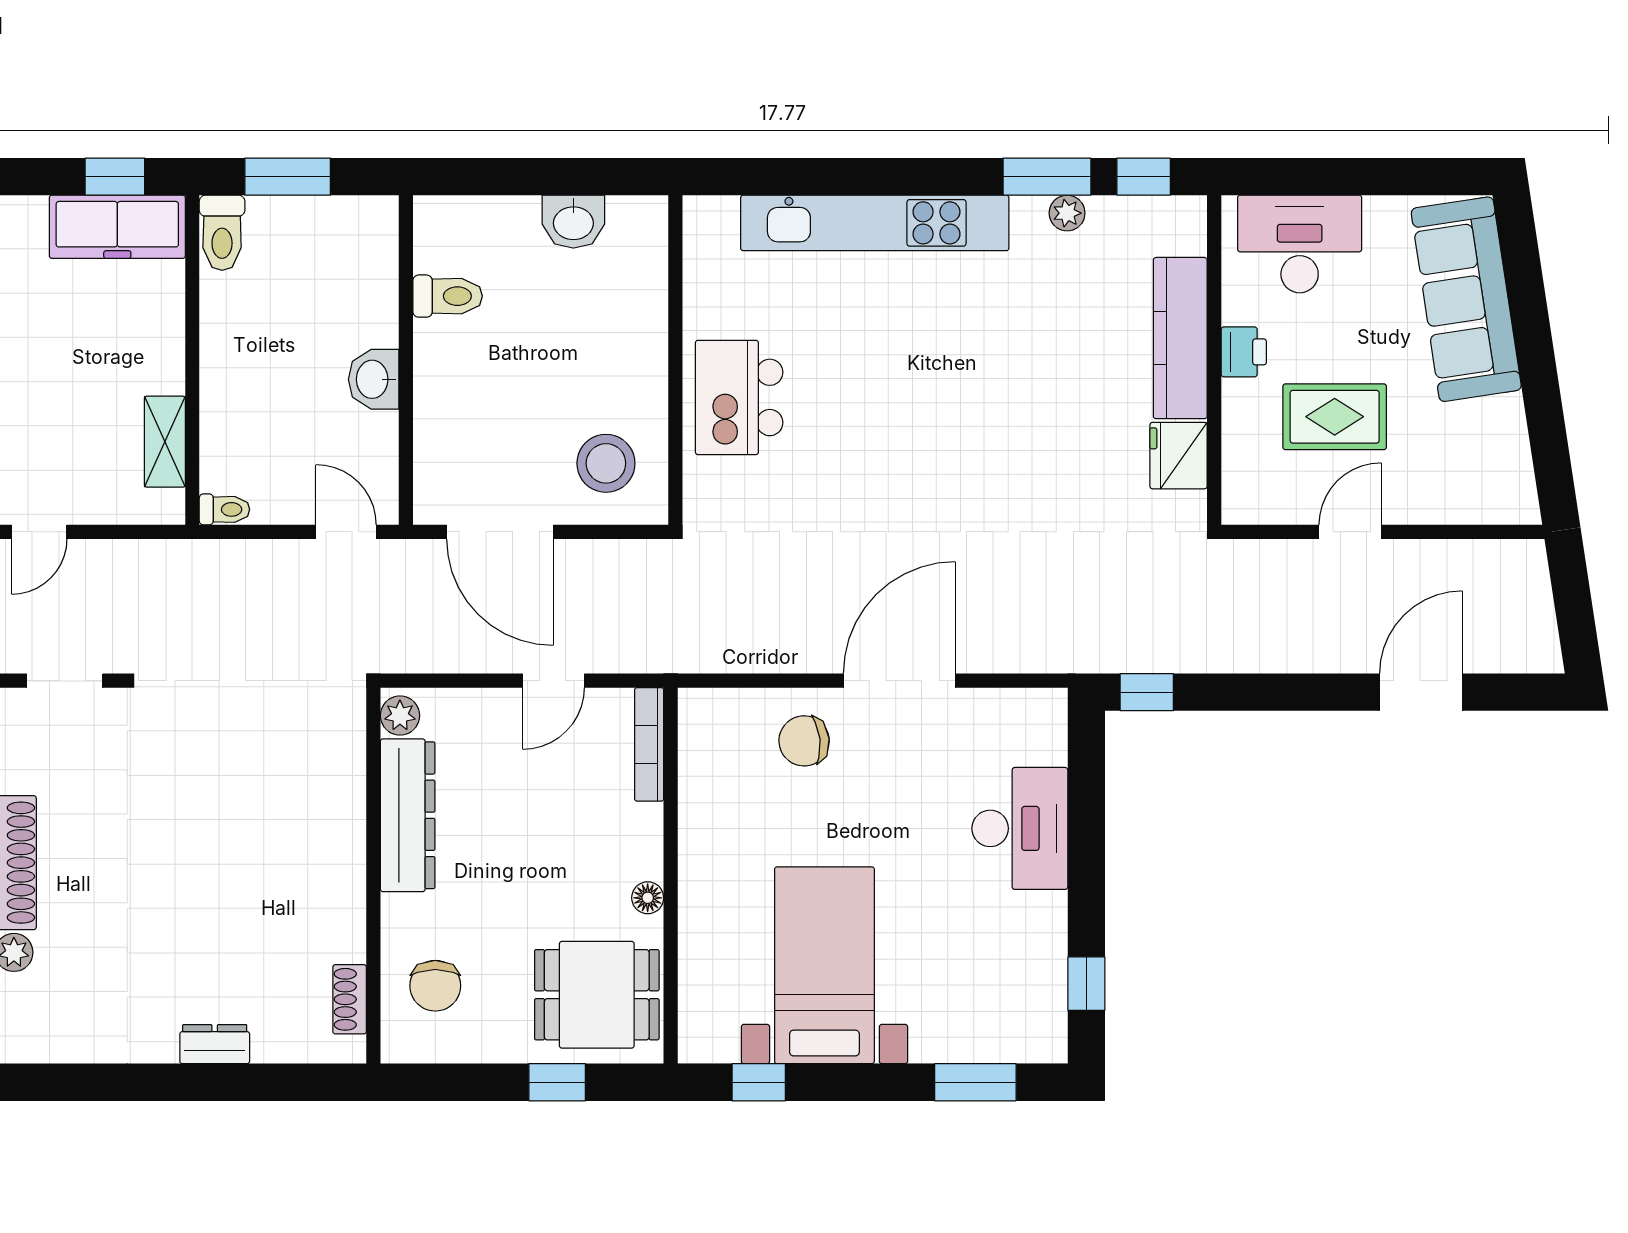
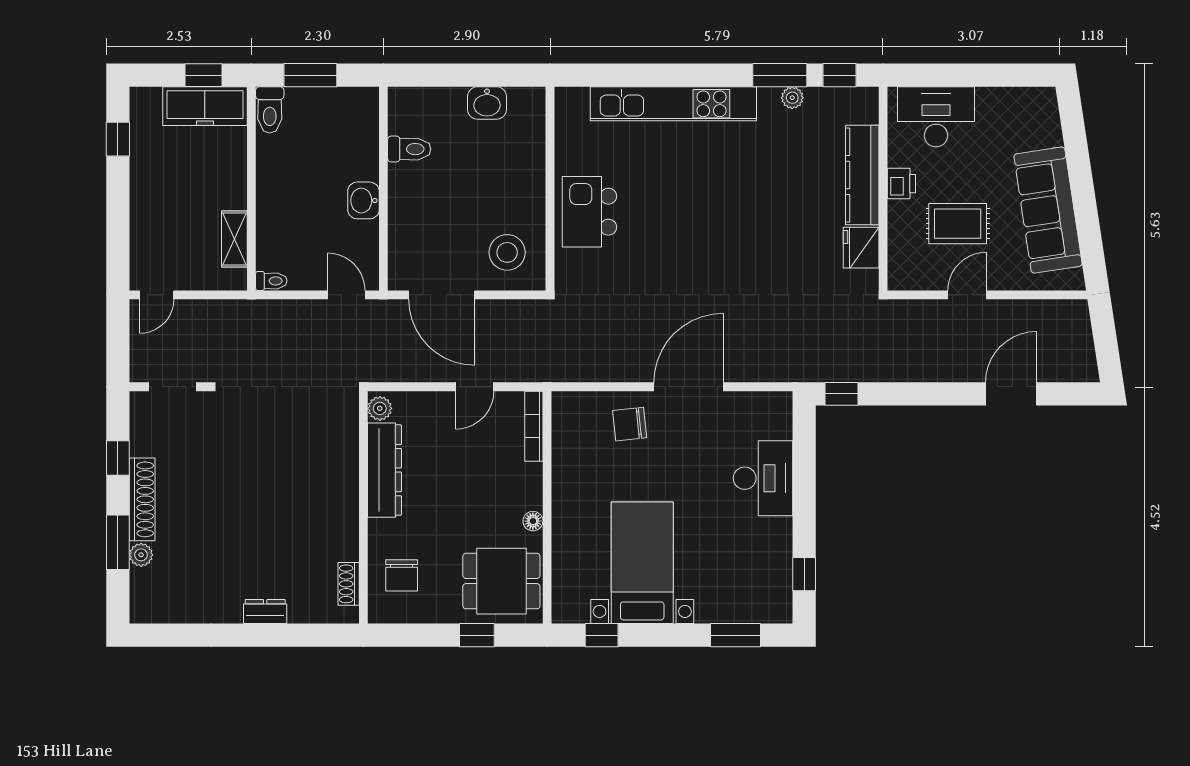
sofa: (1466, 299) -> (1048, 210), moved

